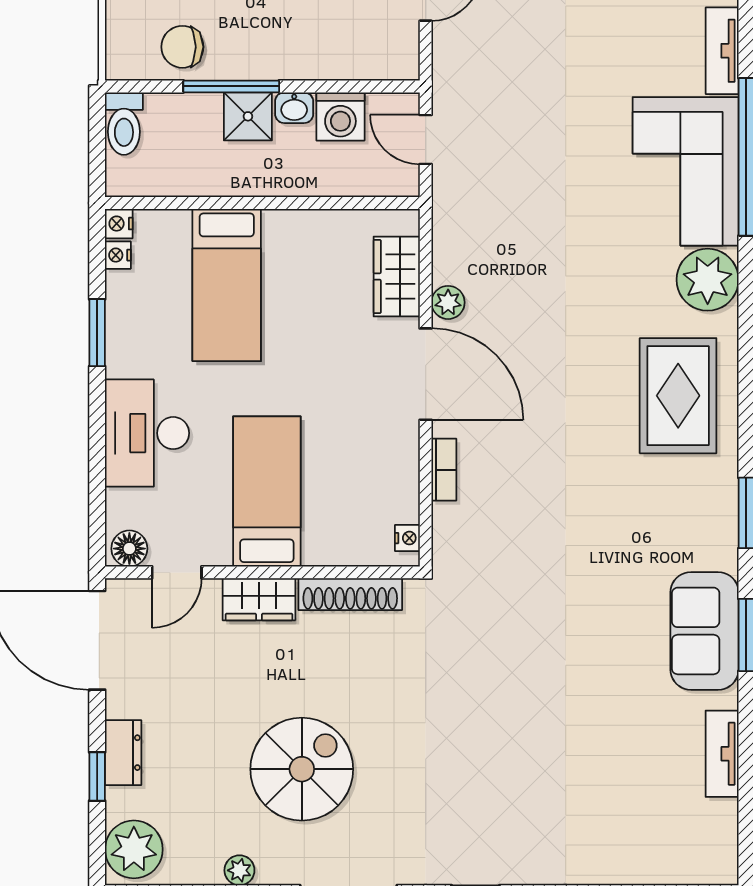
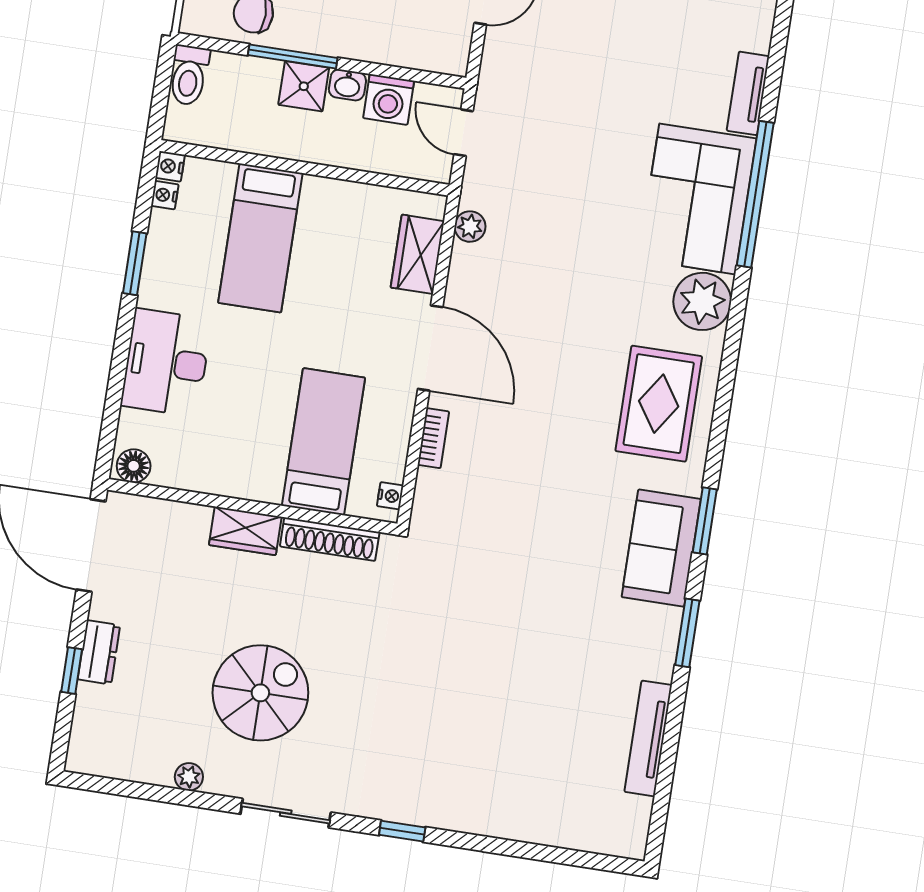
plant: (448, 302) -> (470, 227), moved
bed: (267, 491) -> (324, 442), moved
door: (177, 572) -> (174, 495), removed
sofa: (704, 631) -> (661, 548), moved
tv unit: (722, 754) -> (648, 738), width x1.41
plant: (134, 849) -> (95, 743), removed

